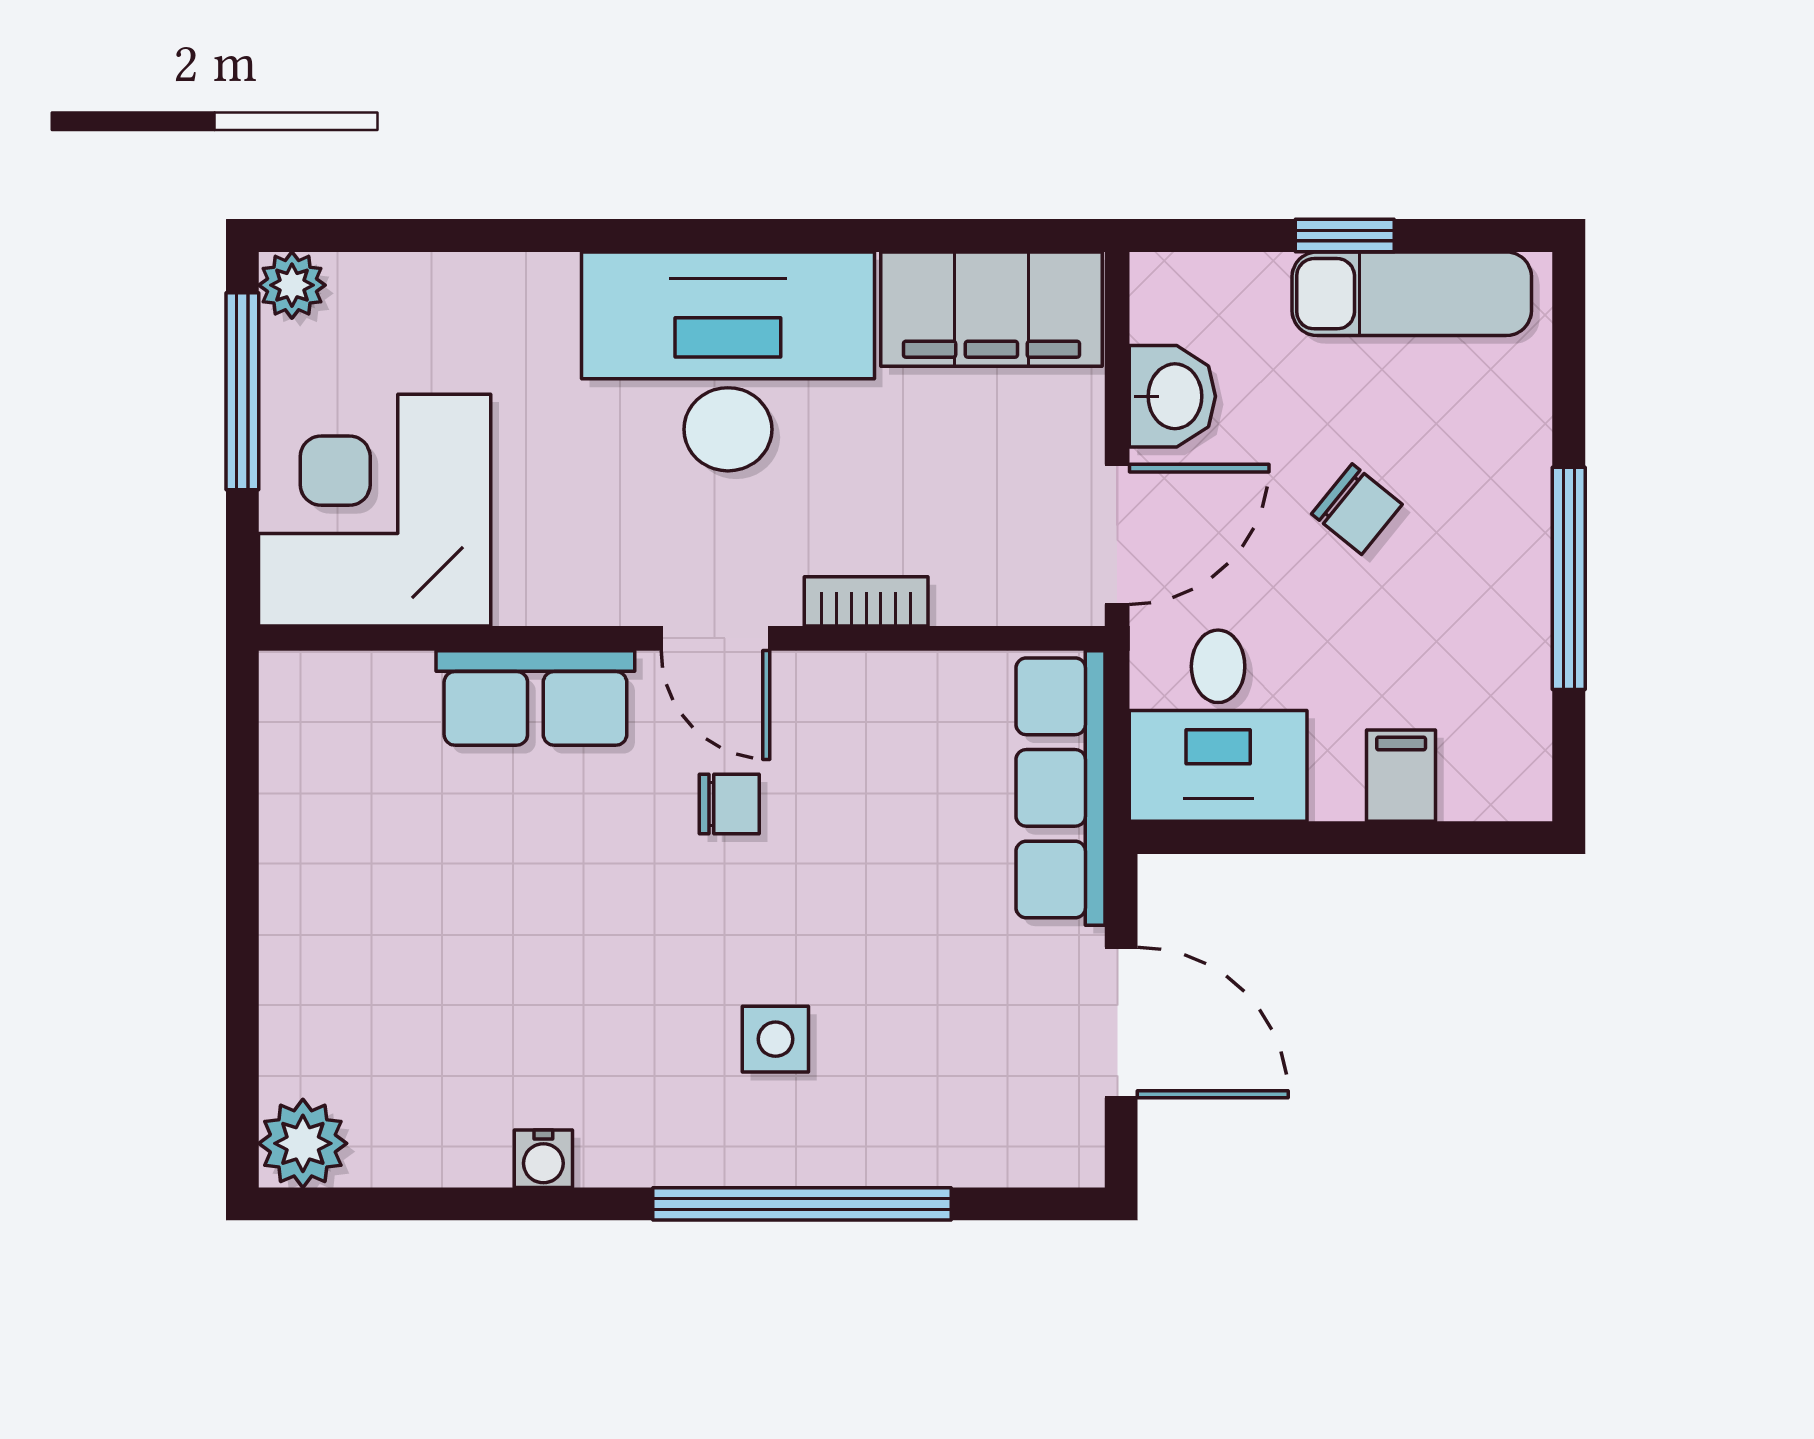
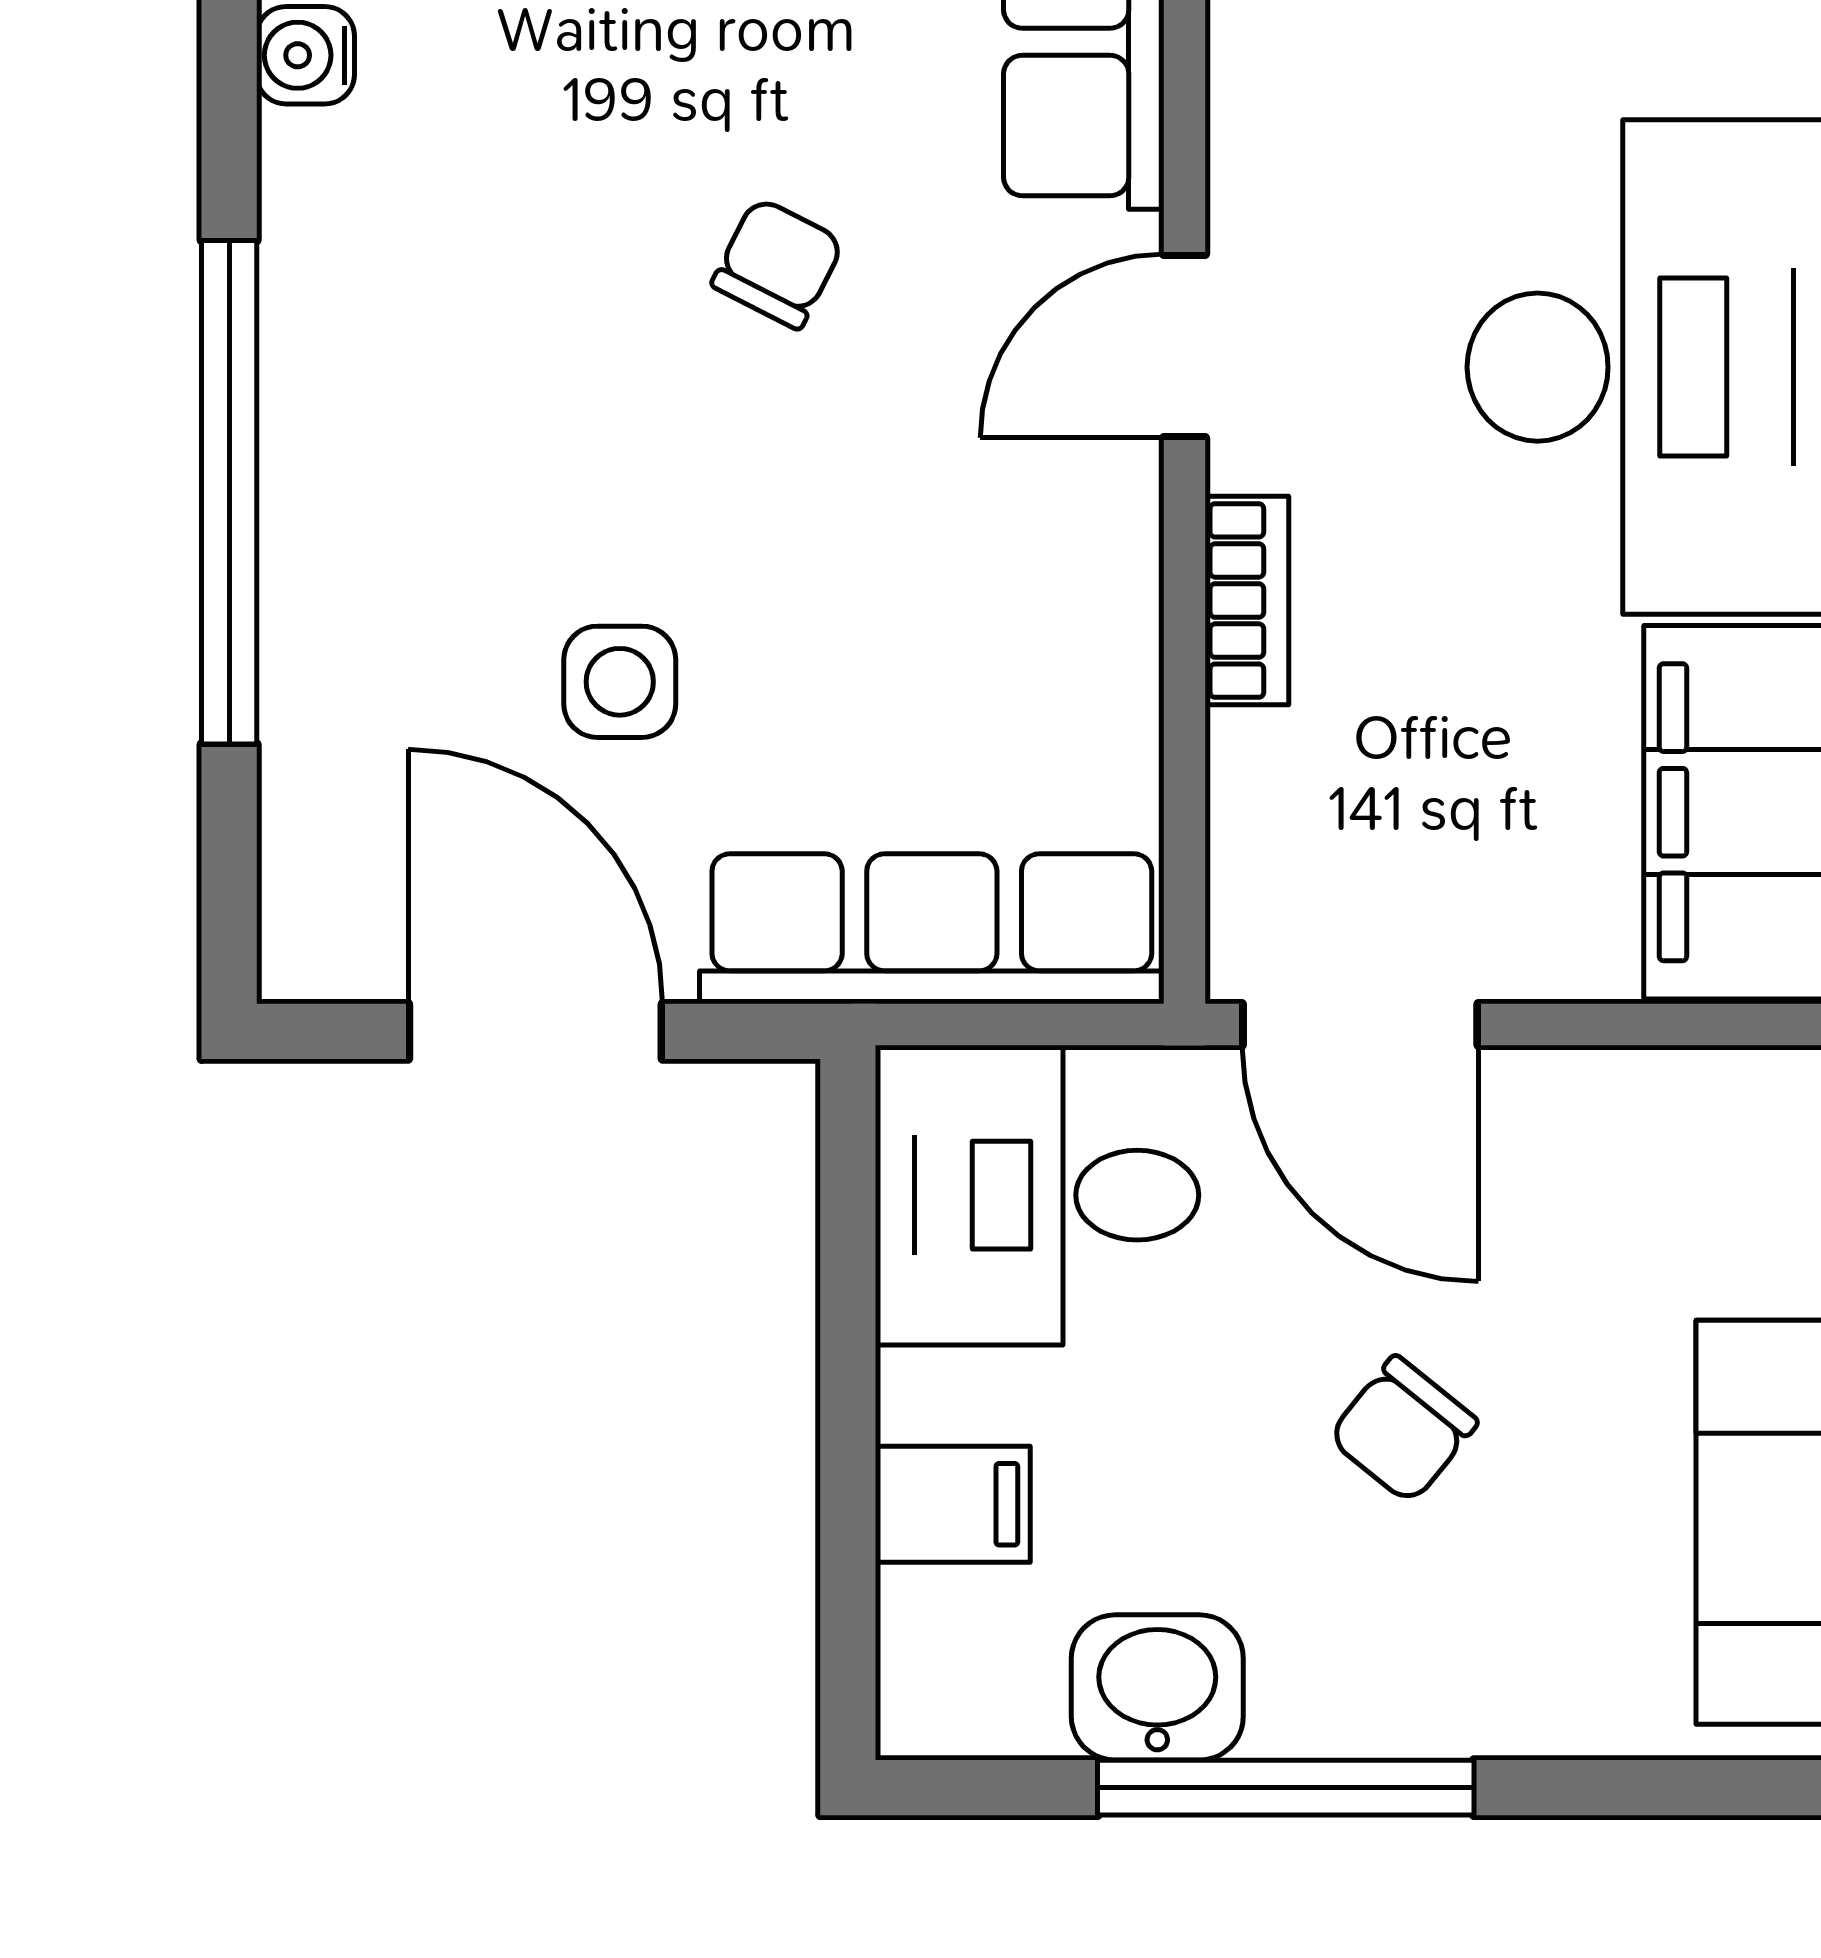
washbasin: (1172, 396) -> (1157, 1687), moved, turned 180
chair: (729, 804) -> (778, 263), moved, turned -153
door: (1121, 1023) -> (535, 1031), swing flipped
side table: (775, 1039) -> (620, 682), moved

